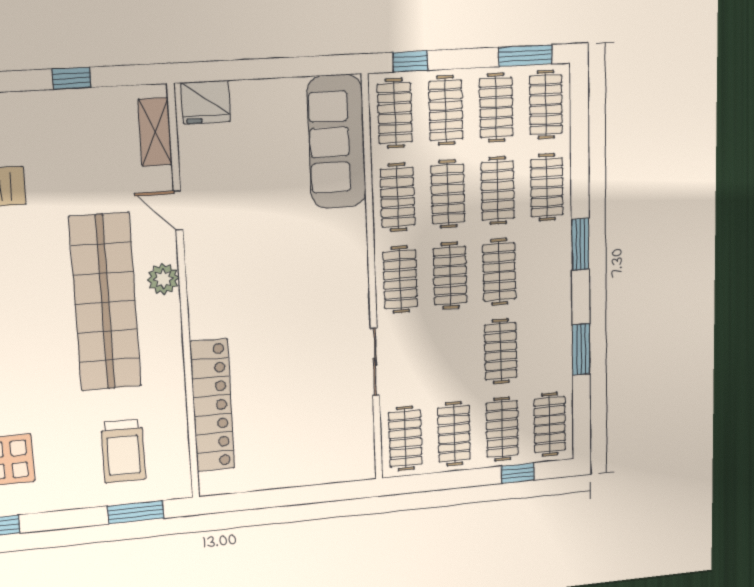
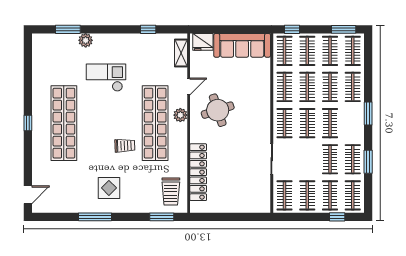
sofa: (337, 142) -> (242, 45), moved, turned -90
door: (178, 210) -> (189, 86), swing flipped
round table: (249, 261) -> (218, 110), added
clothes rail: (549, 347) -> (353, 159), added
trolley: (37, 360) -> (125, 146), added
trolley: (123, 451) -> (171, 192), moved

